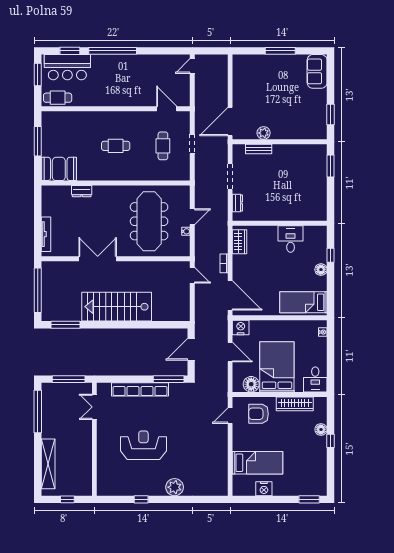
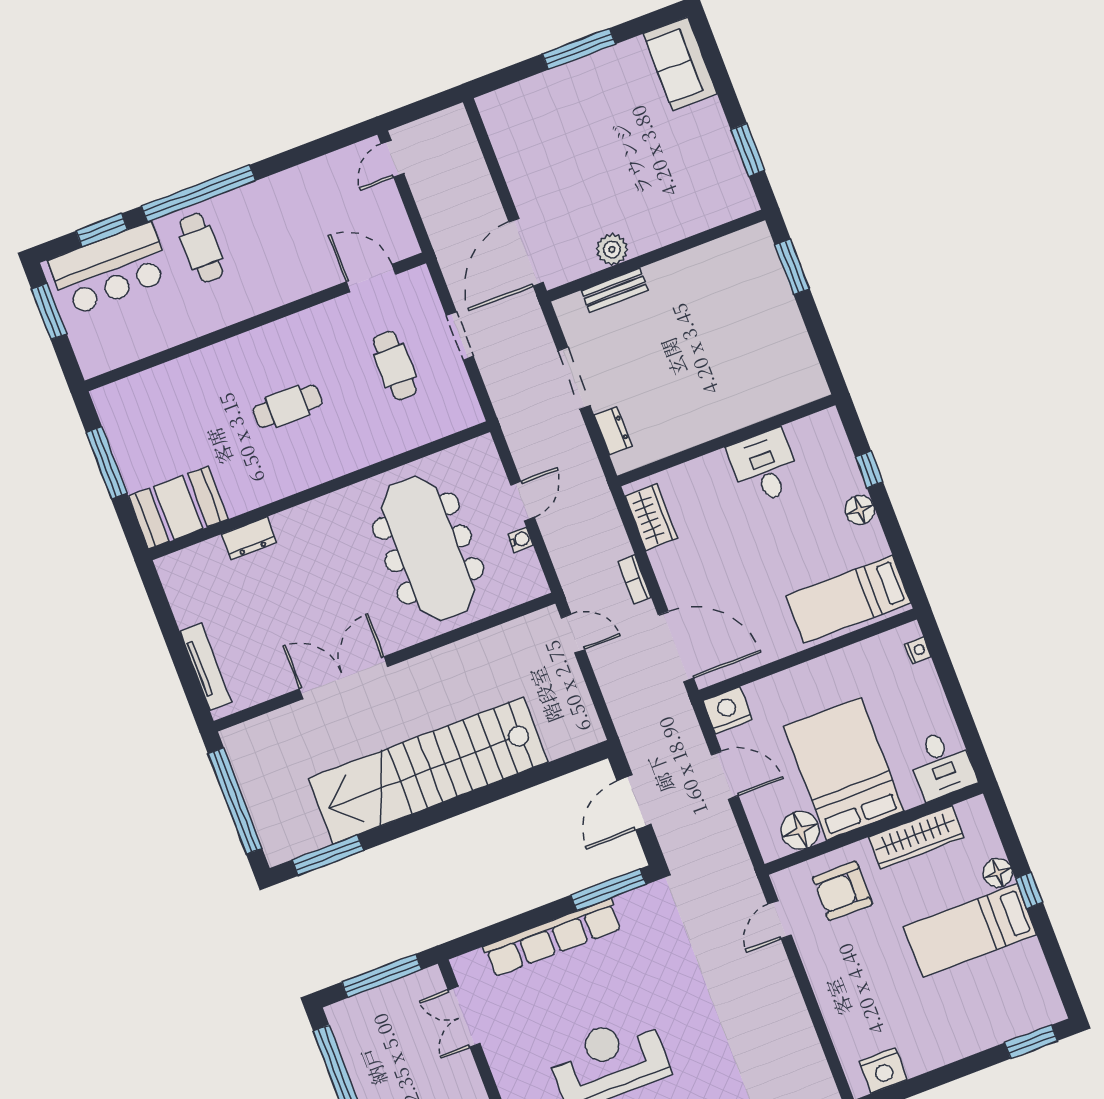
cafe table: (58, 98) -> (201, 248), moved, turned 90
stairs: (117, 307) -> (428, 770), width x1.36
bed: (258, 463) -> (970, 931), moved, turned 180
nightstand: (264, 489) -> (883, 1070), moved

